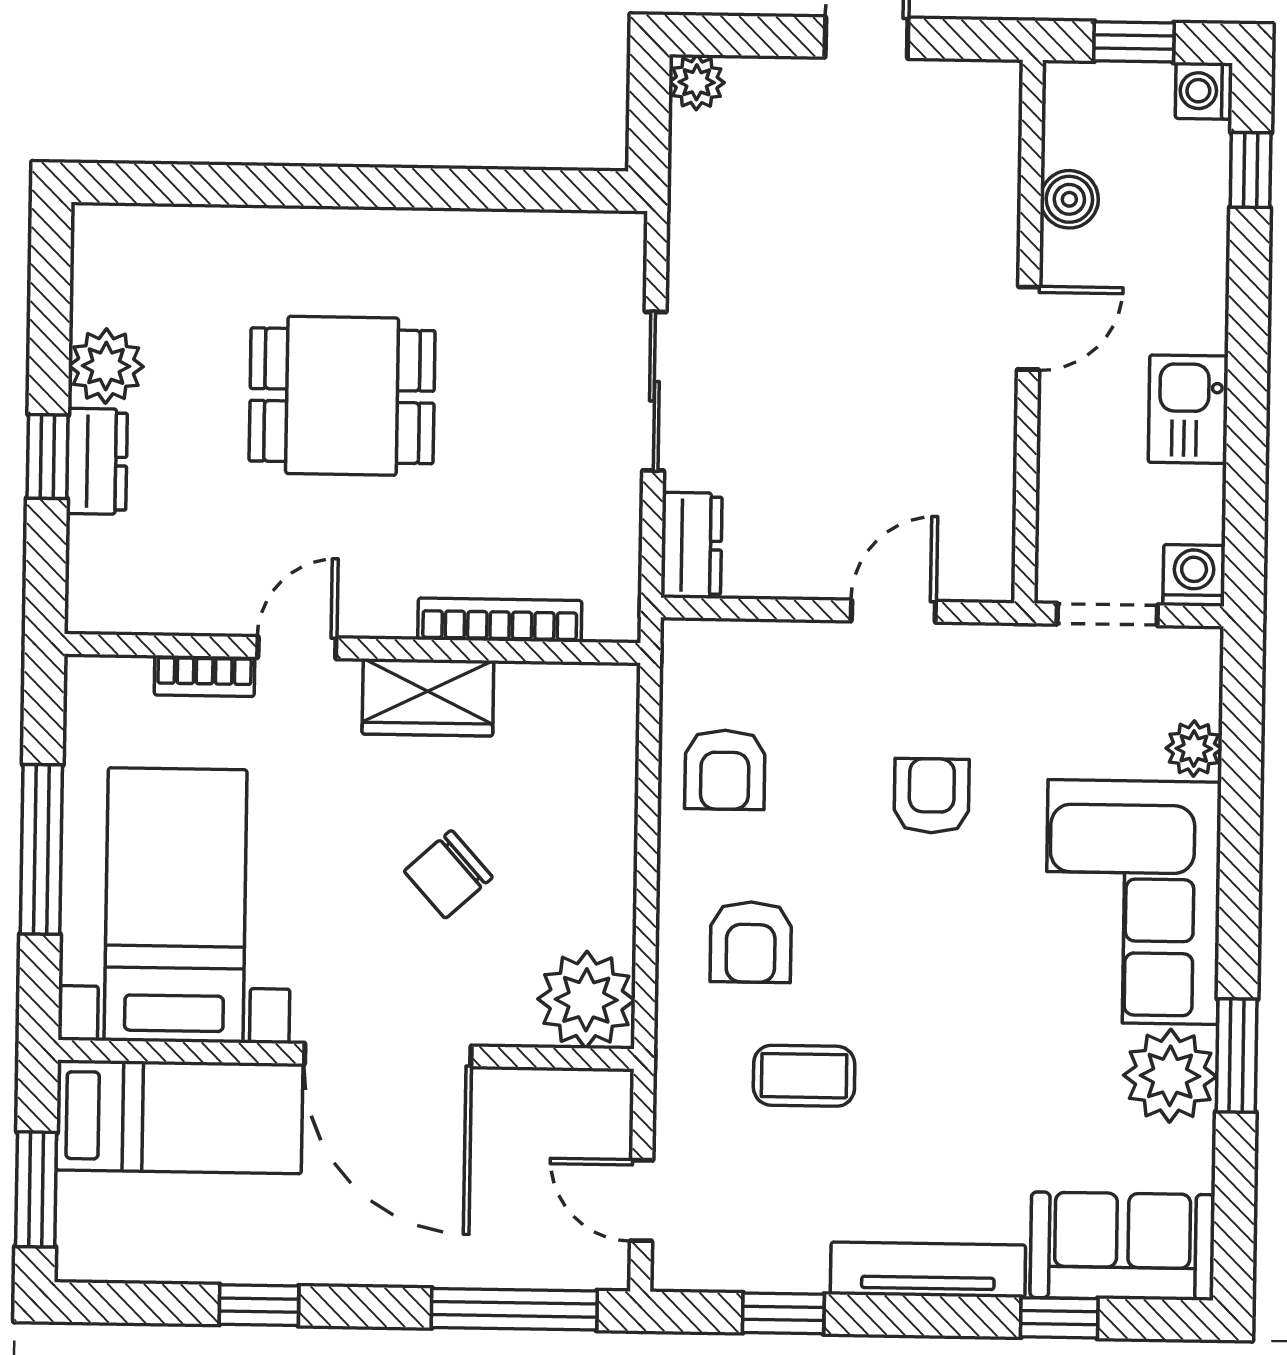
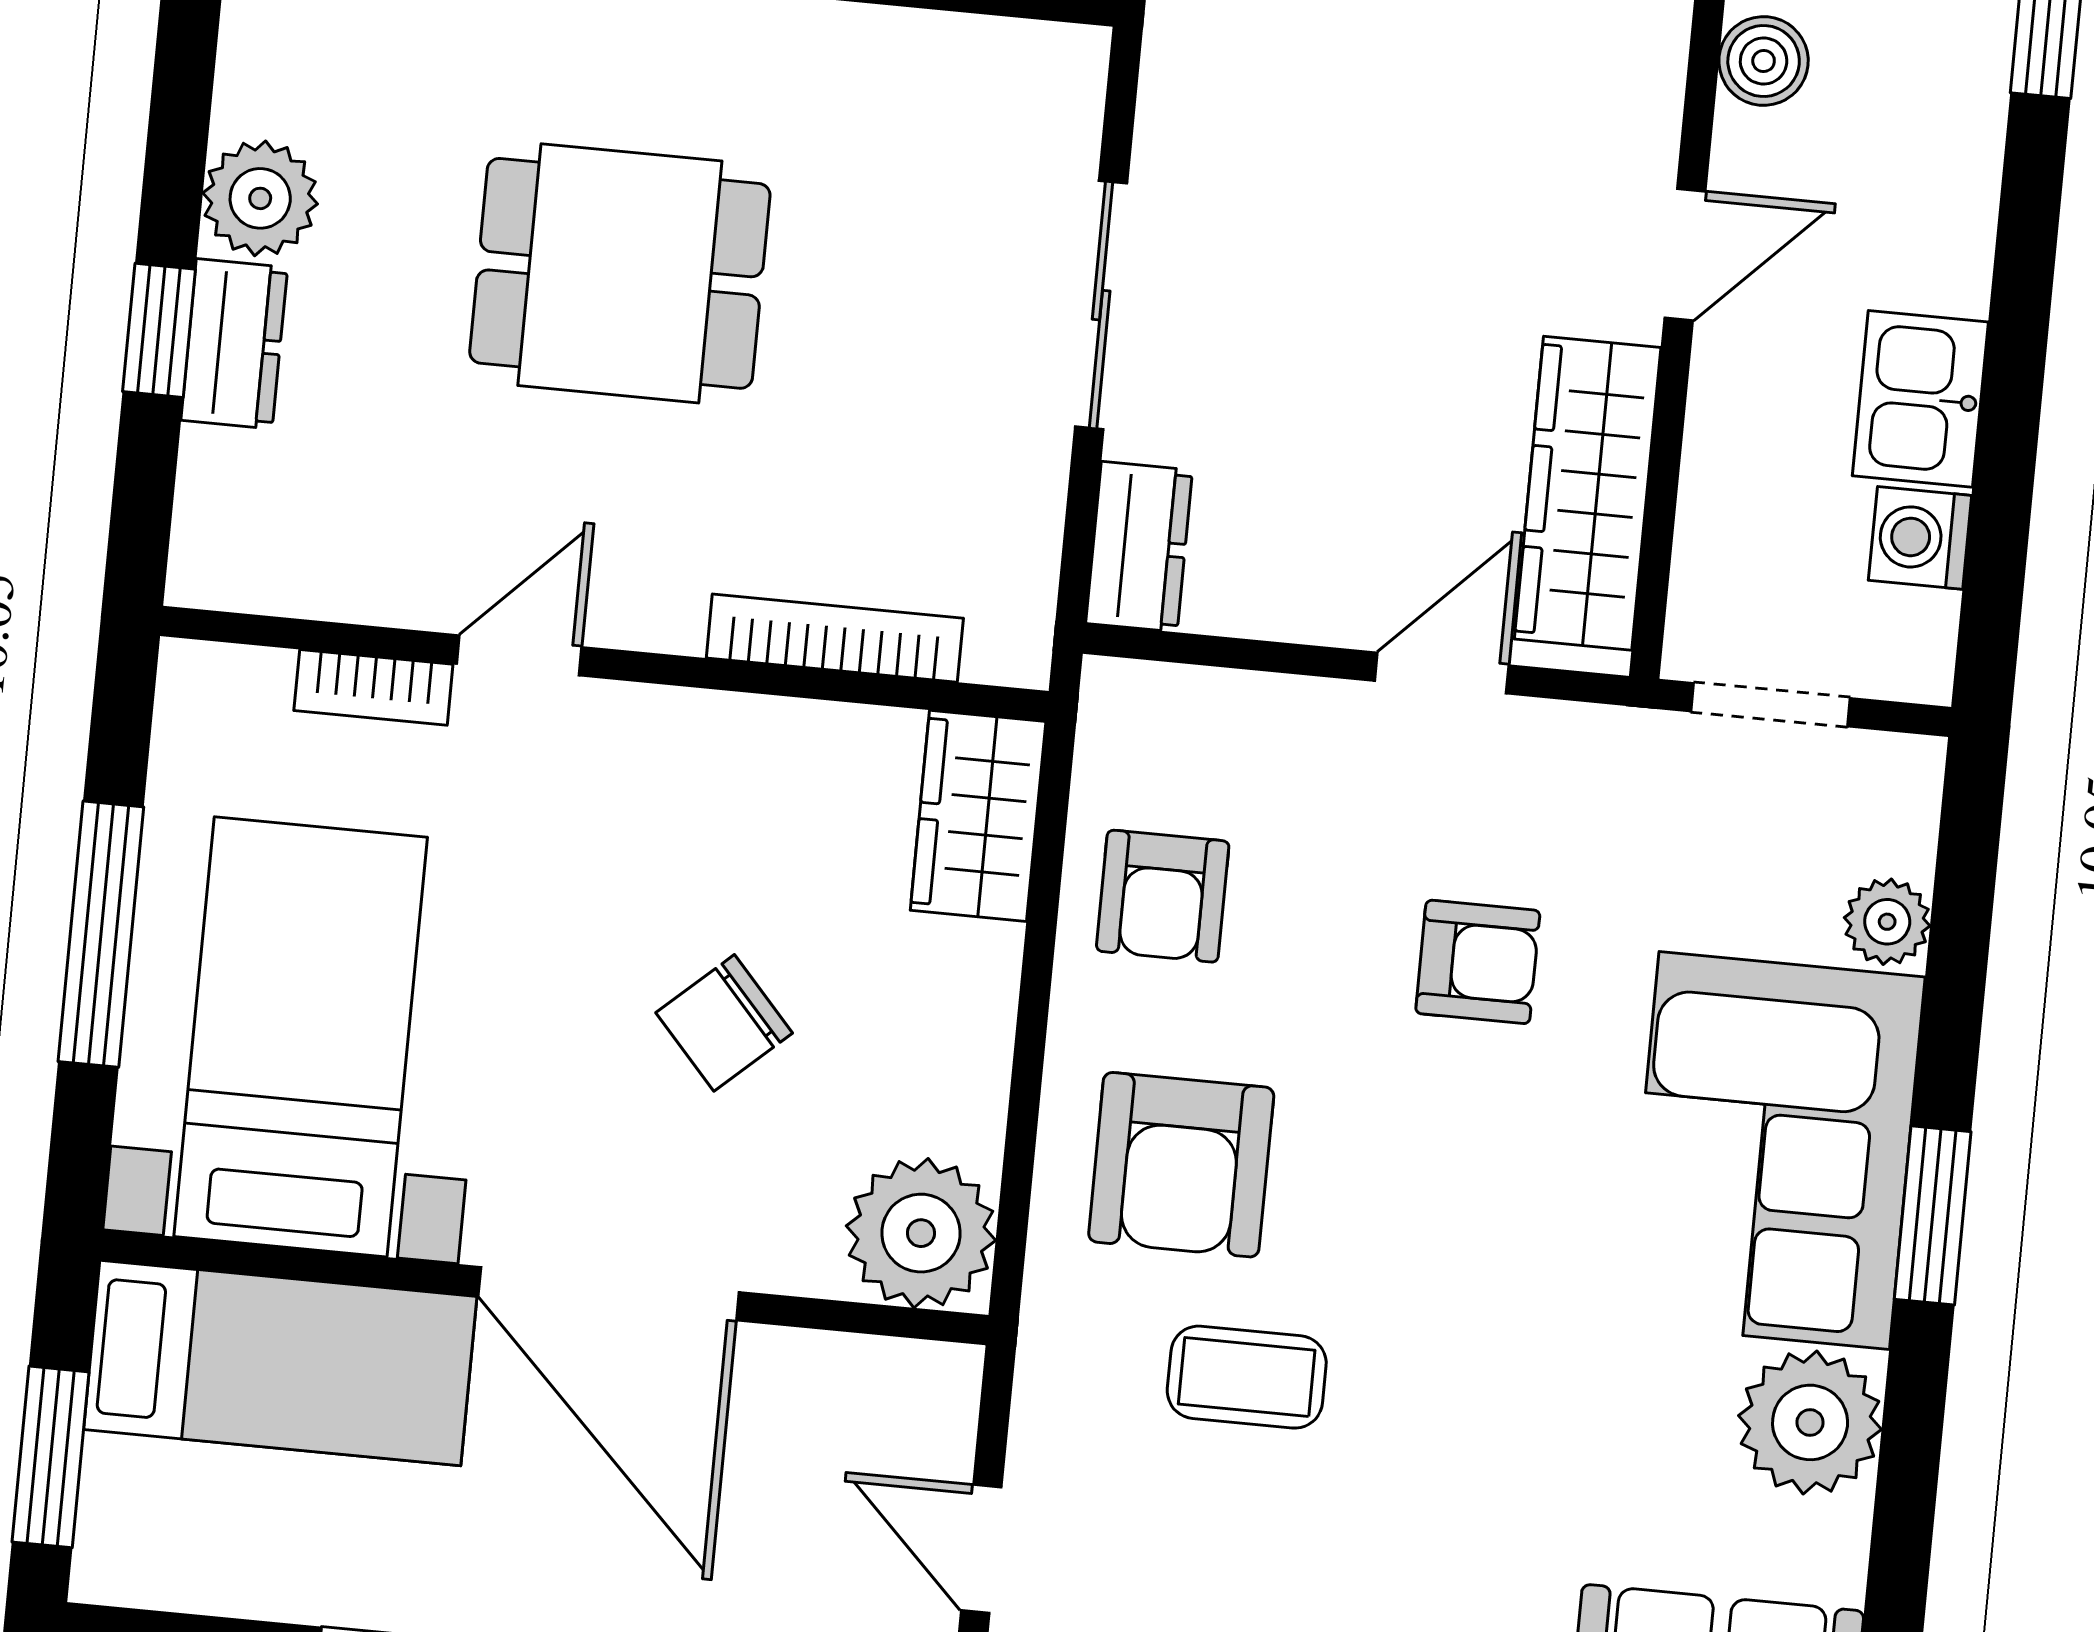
wardrobe: (978, 487) -> (1588, 493), added
washing machine: (1194, 575) -> (1920, 538), moved, turned -90
wardrobe: (428, 697) -> (978, 816), moved, turned 90
armchair: (932, 796) -> (1478, 962), turned 90
armchair: (751, 942) -> (1181, 1165), width x1.38, depth x1.38
window: (1237, 1055) -> (1933, 1215), moved

